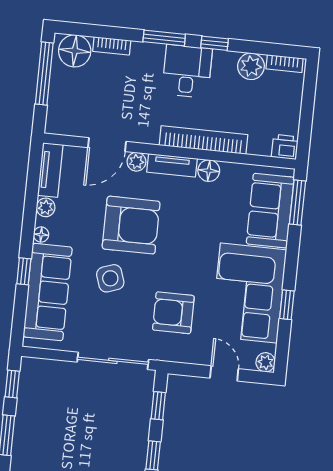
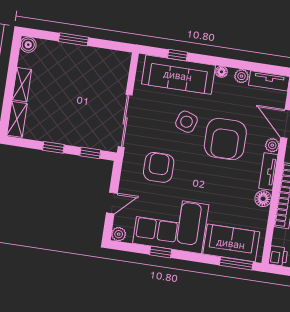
window: (24, 271) -> (178, 55), moved
side table: (110, 278) -> (186, 122), turned 38
window: (12, 384) -> (111, 45), removed

